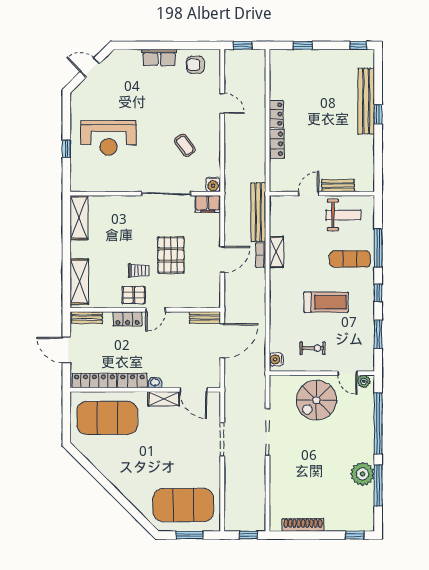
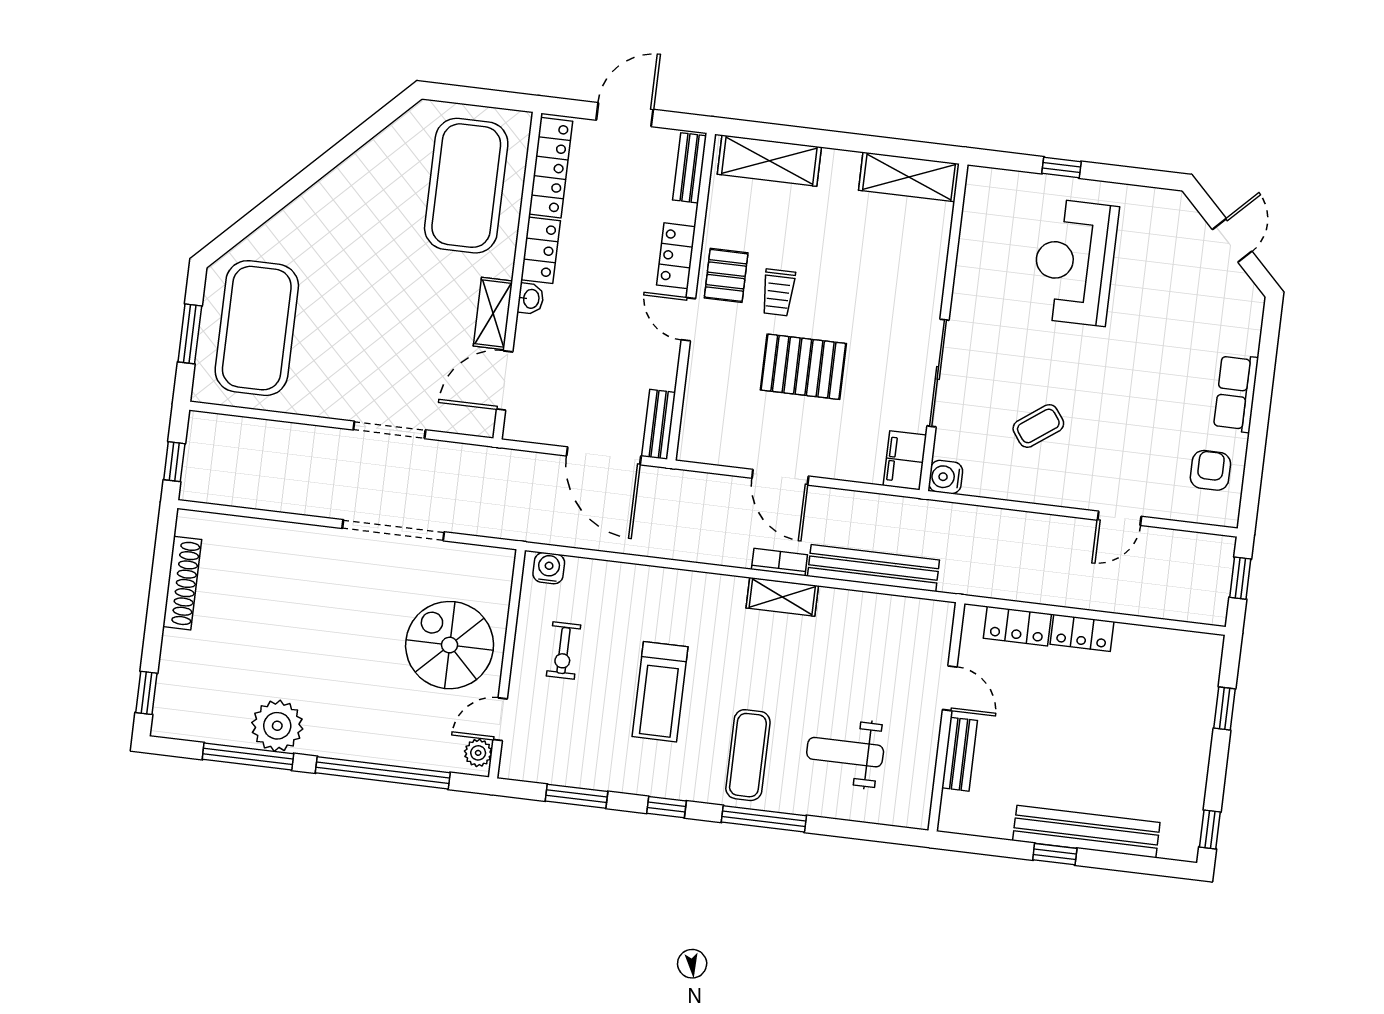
bench: (338, 186) -> (960, 754), moved
door: (309, 194) -> (950, 688), moved
wall: (322, 194) -> (946, 717), moved
weight bench: (343, 215) -> (845, 752), turned 90

